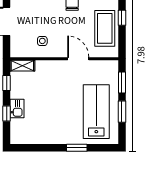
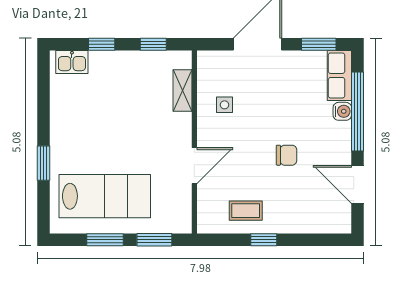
coffee table: (105, 28) -> (246, 211), width x0.54, depth x0.58
shelving: (22, 66) -> (183, 91), moved
kitchen sink: (17, 108) -> (72, 62), moved

